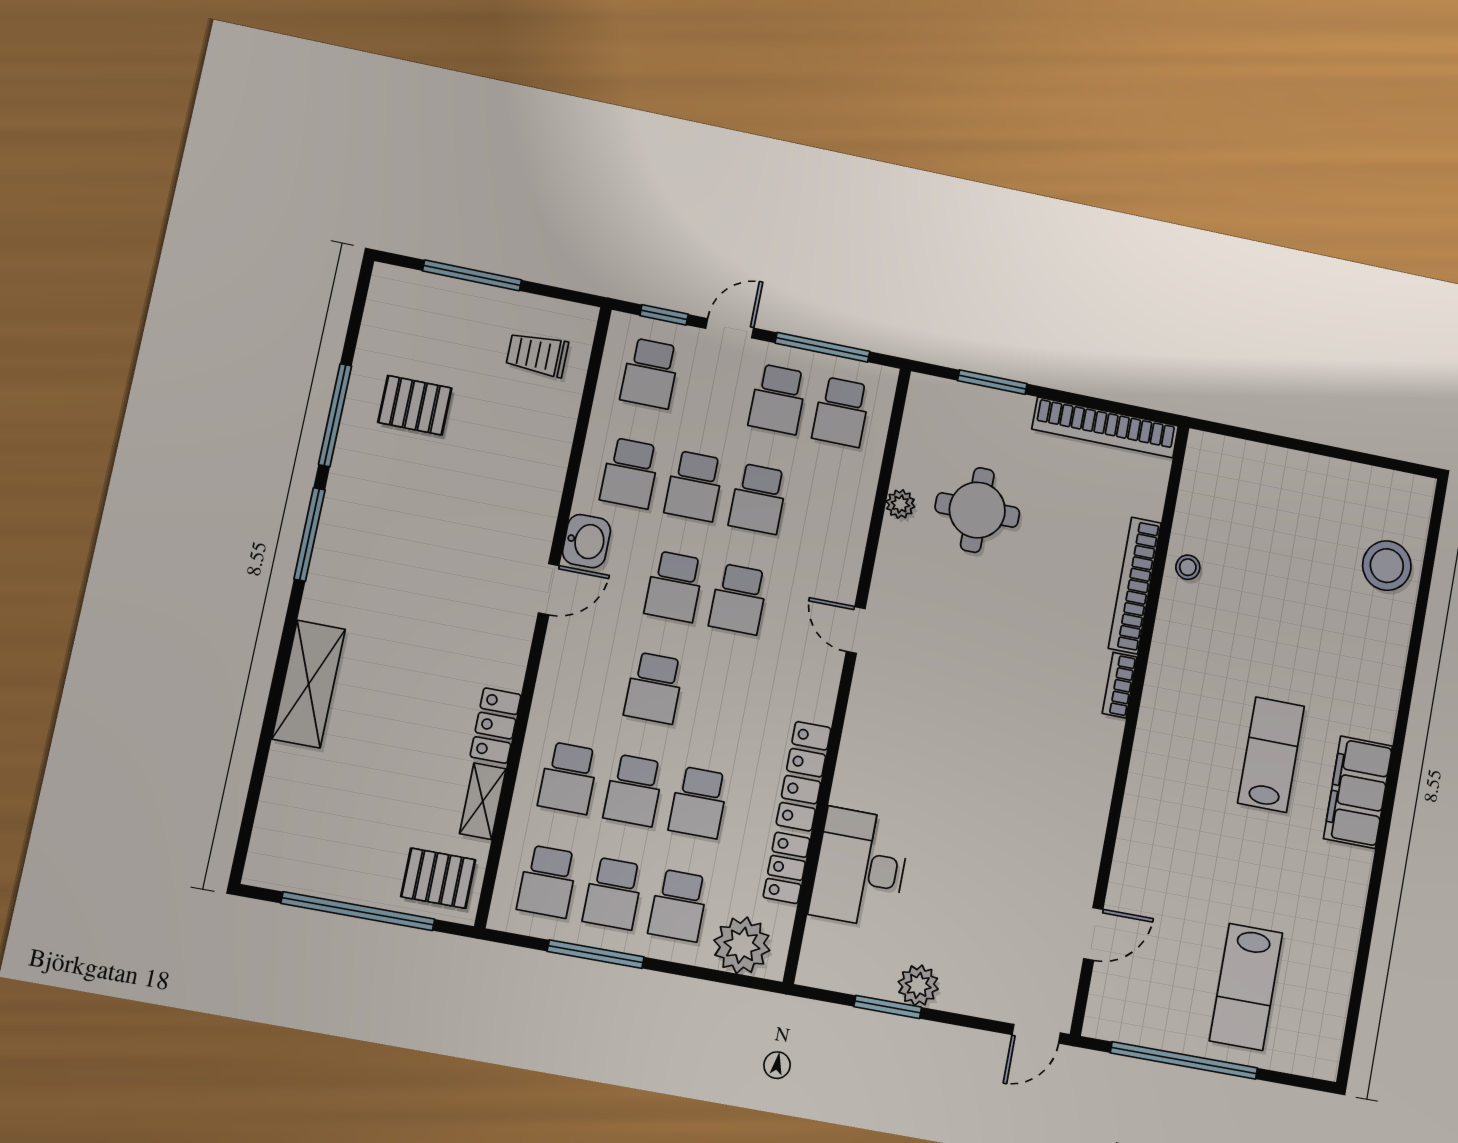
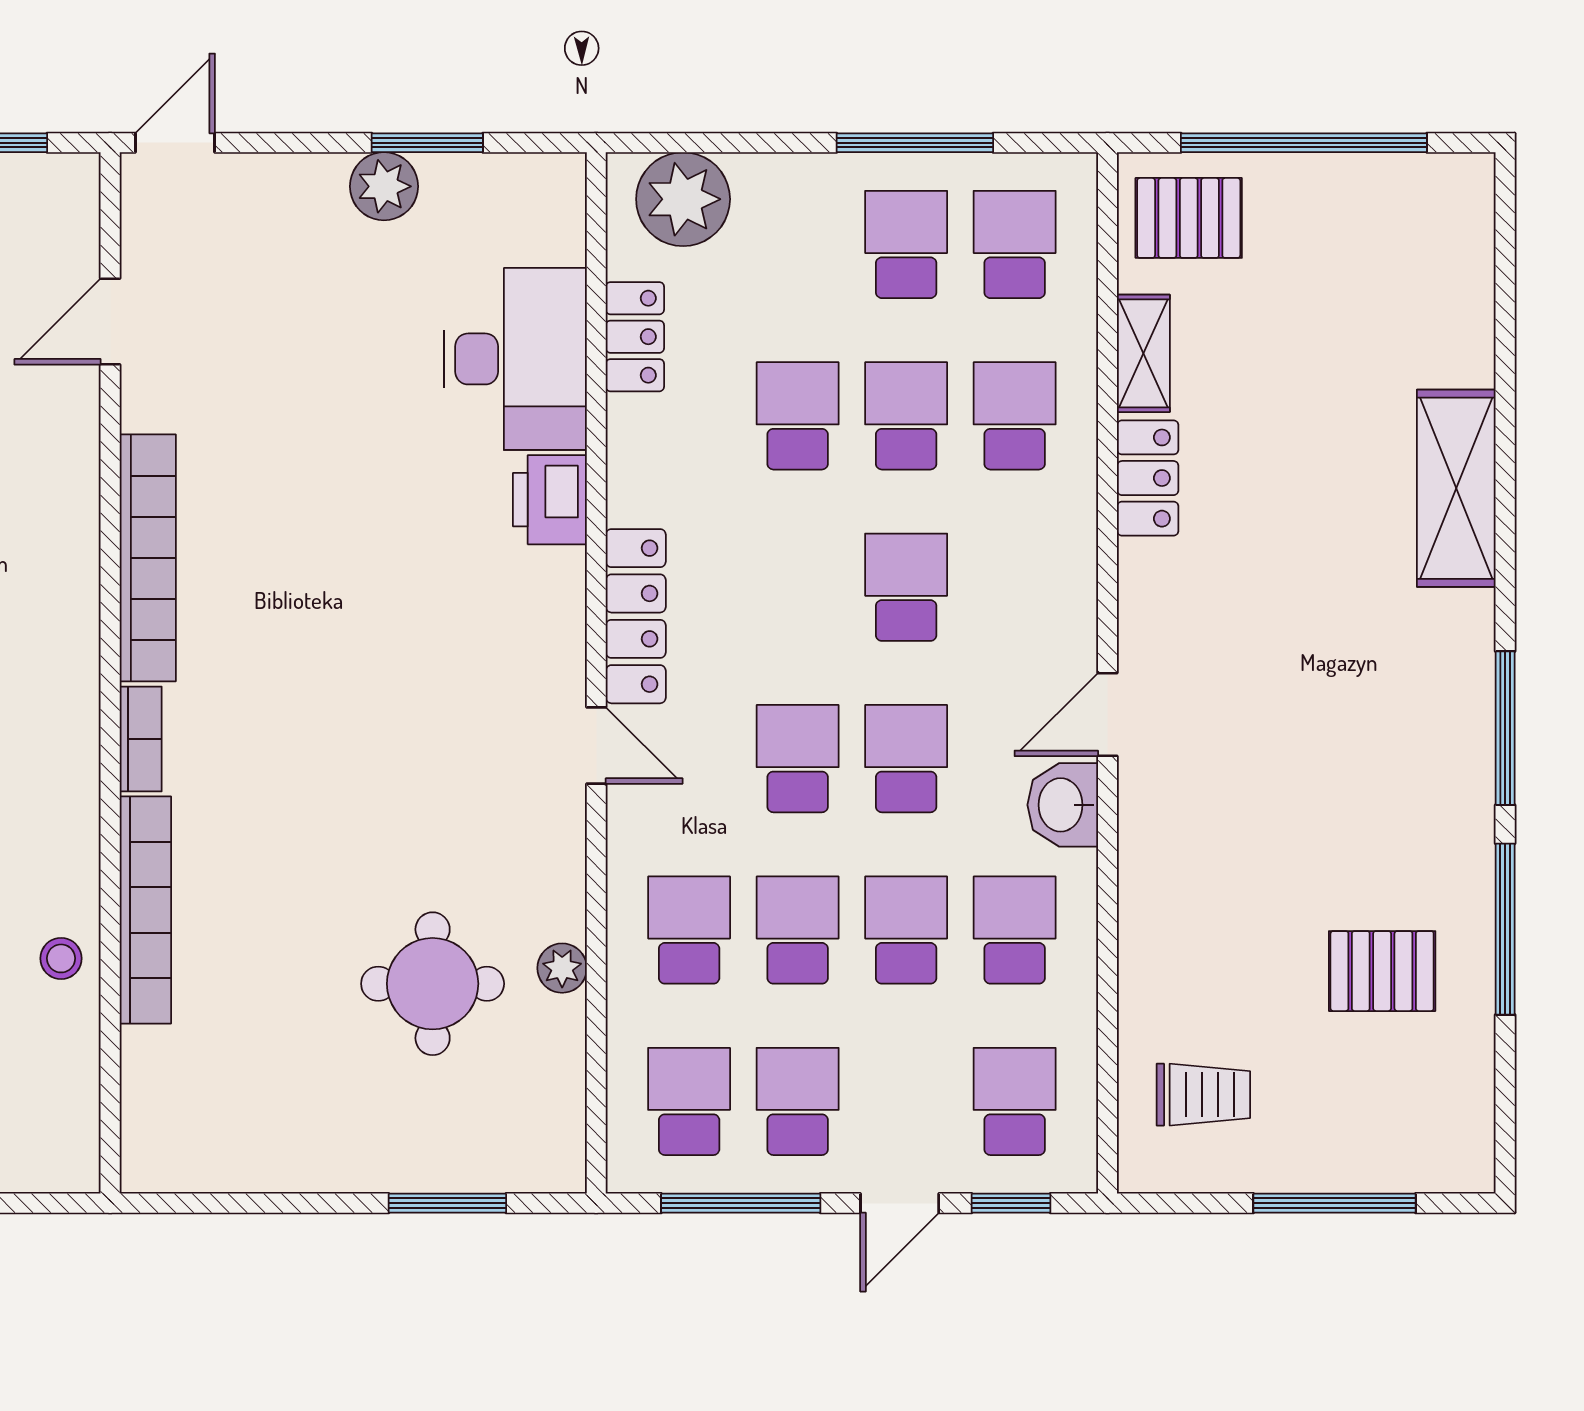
bookcase: (1105, 427) -> (148, 558), moved, turned 90
locker: (804, 776) -> (636, 616), moved
printer: (855, 780) -> (550, 500), added
school desk: (679, 905) -> (689, 930), moved

